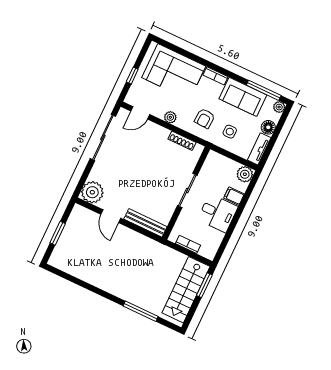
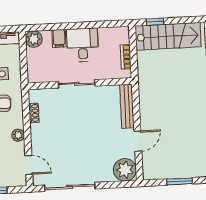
shoe rack: (182, 141) -> (34, 113), width x0.70
window: (204, 285) -> (155, 22), width x0.67

